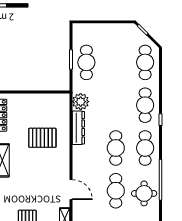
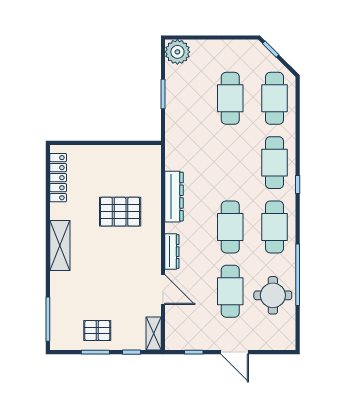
cafe table: (86, 62) -> (230, 98), moved
plant: (81, 102) -> (177, 52), moved
dresser: (77, 164) -> (172, 252), added

